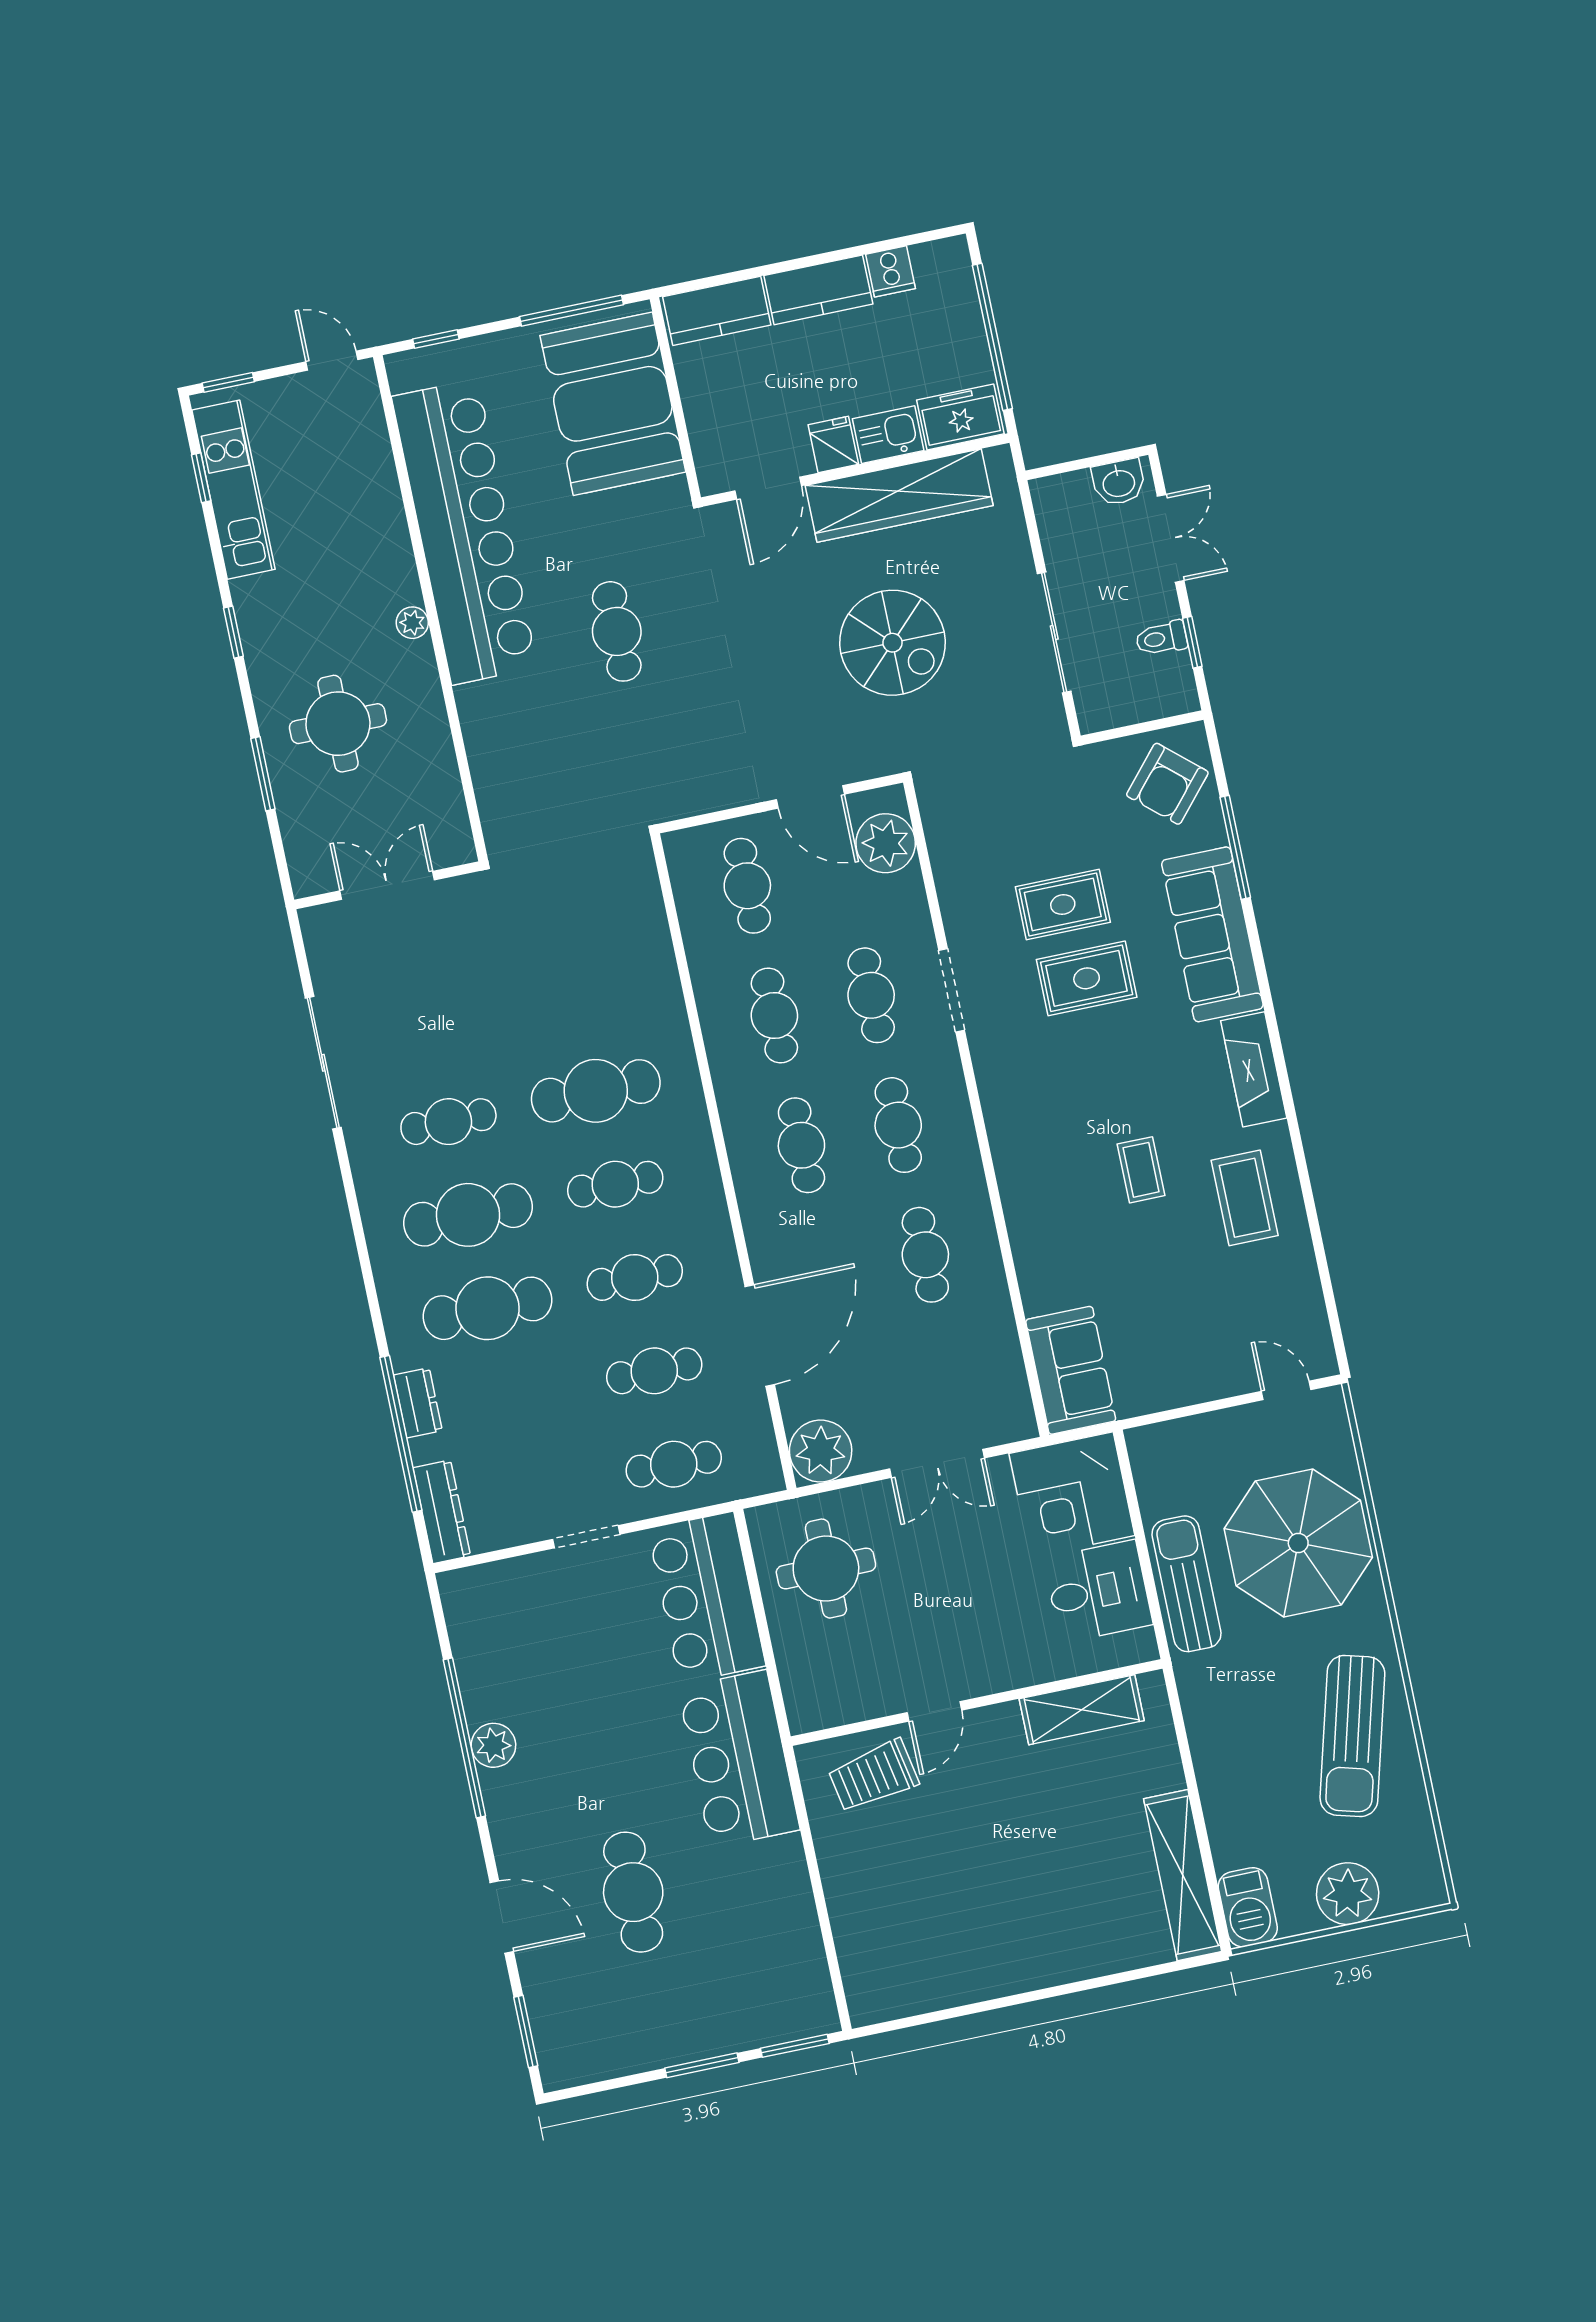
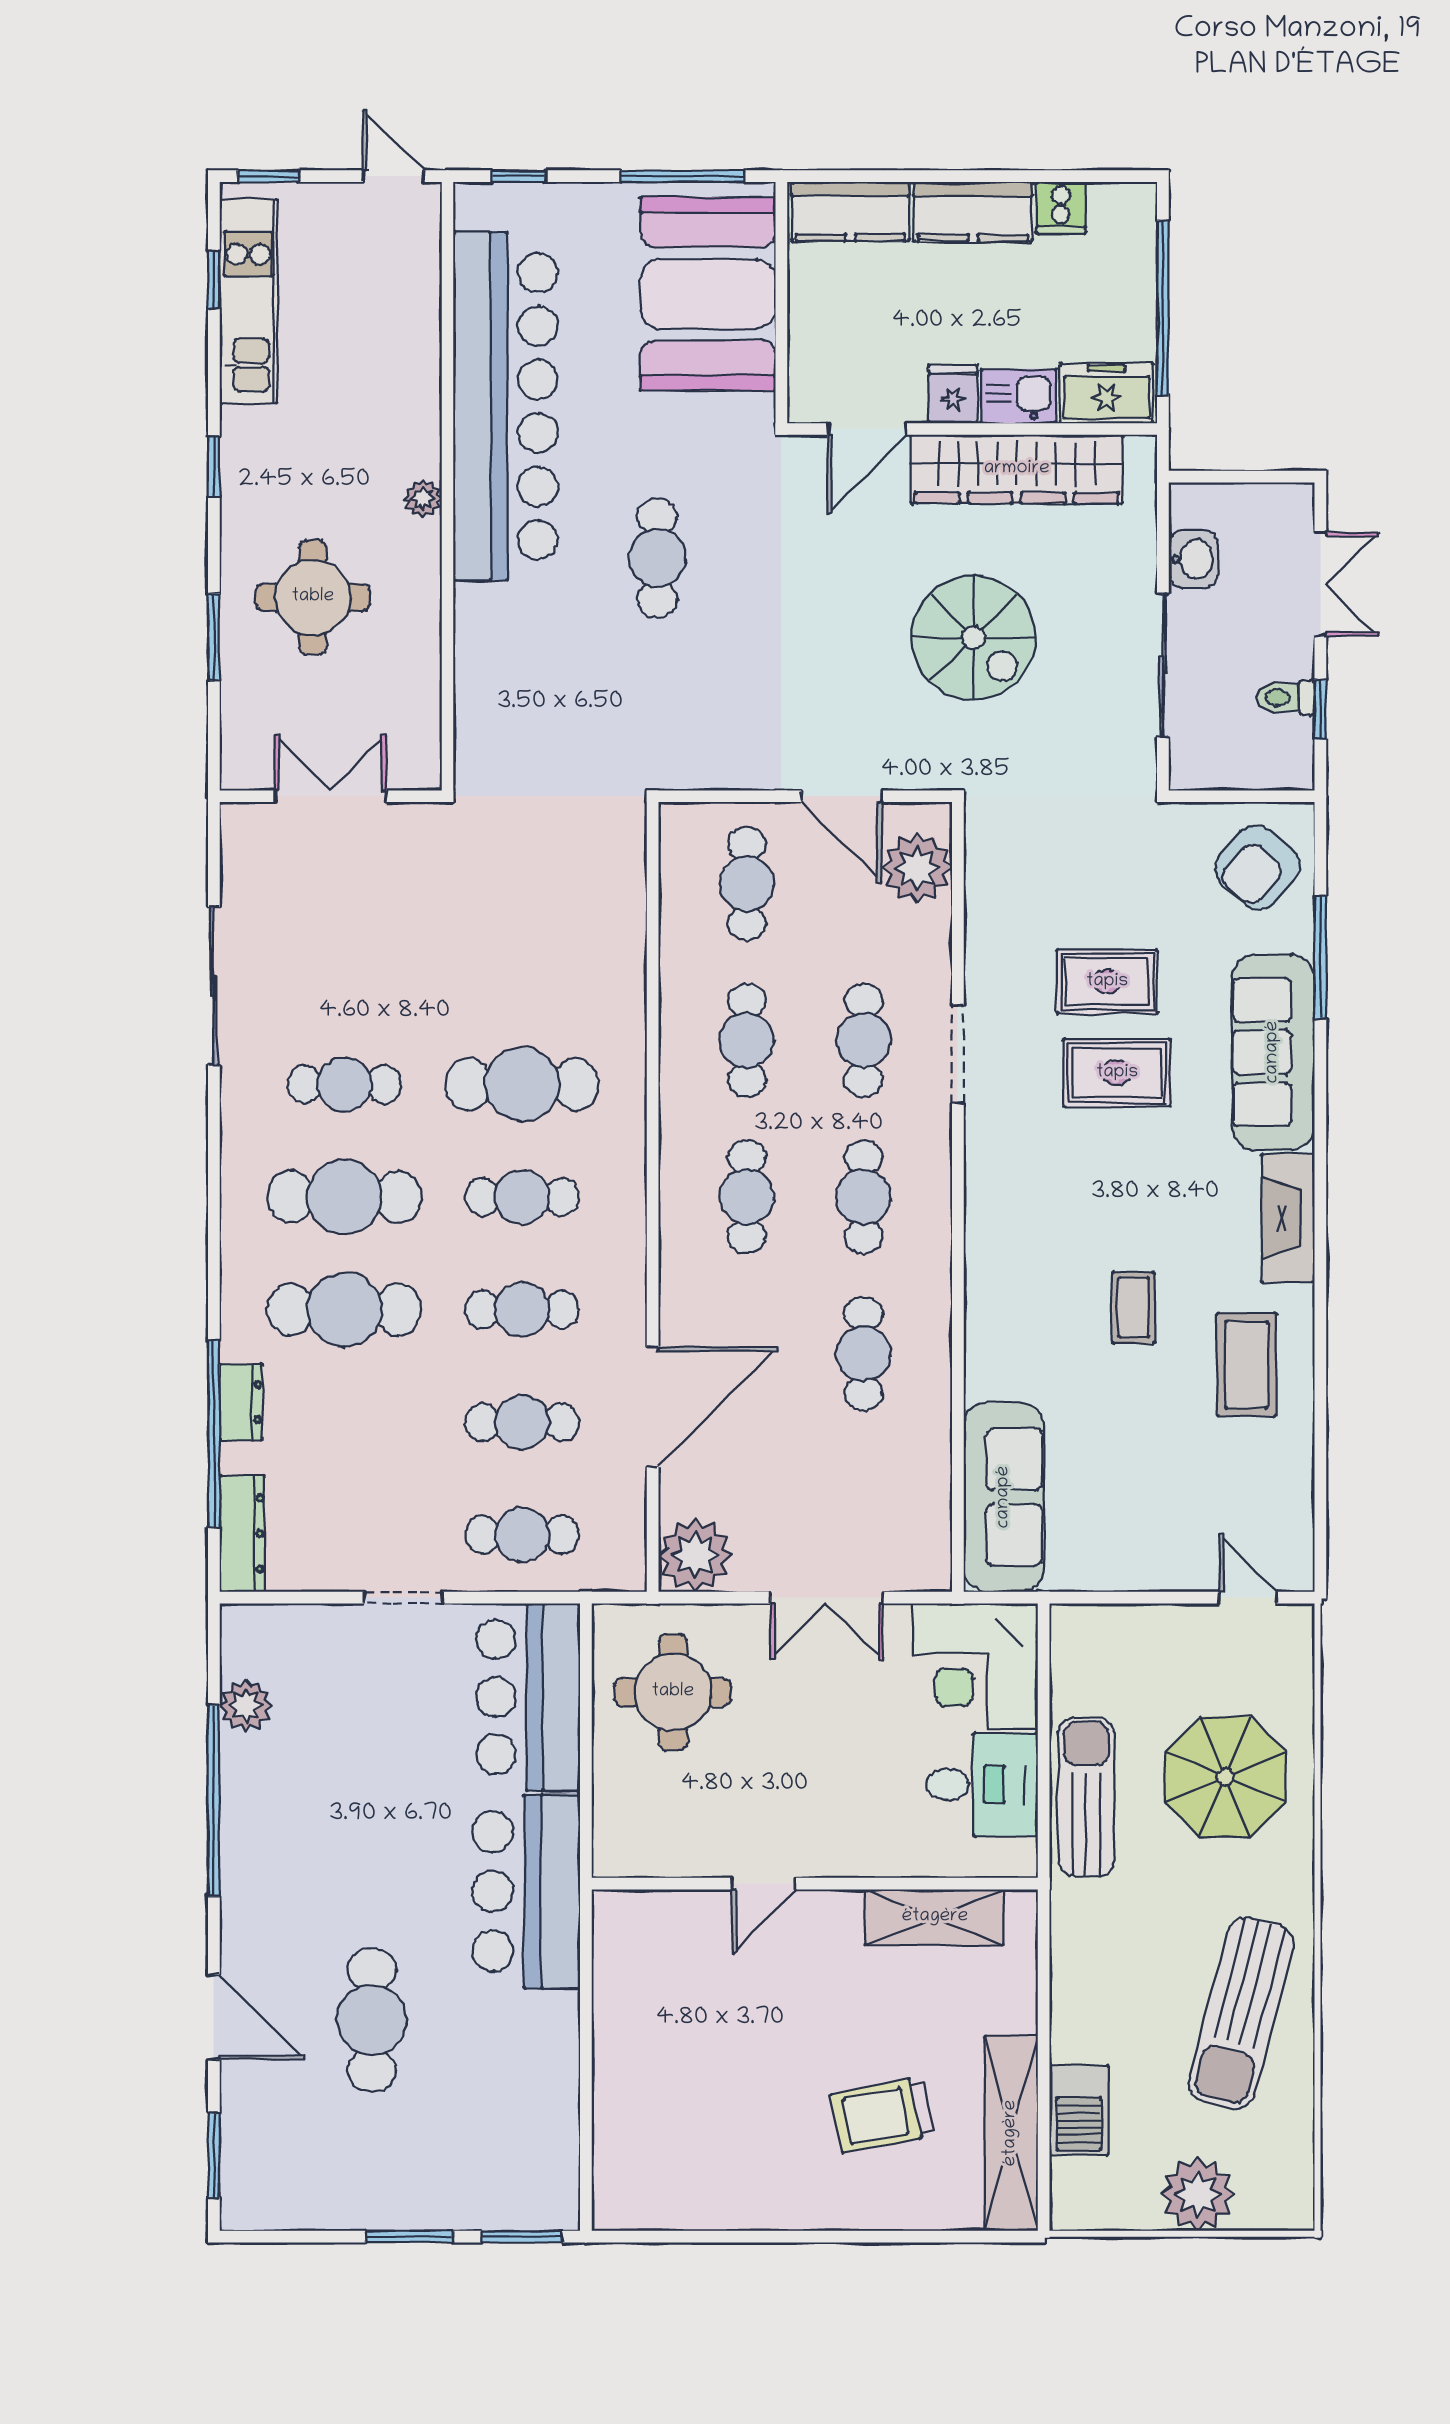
washbasin: (1119, 482) -> (1193, 559), moved, turned -90
sofa: (1071, 1370) -> (1004, 1497), width x1.36
parasol: (1298, 1543) -> (1225, 1777), width x0.73, depth x0.73
plant: (493, 1745) -> (246, 1706), moved
trolley: (873, 1776) -> (882, 2115), moved
barbecue: (1248, 1907) -> (1079, 2110), moved

